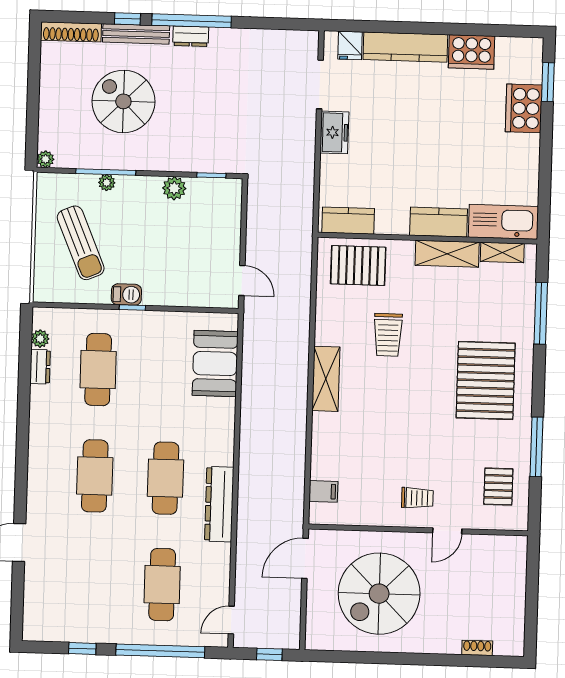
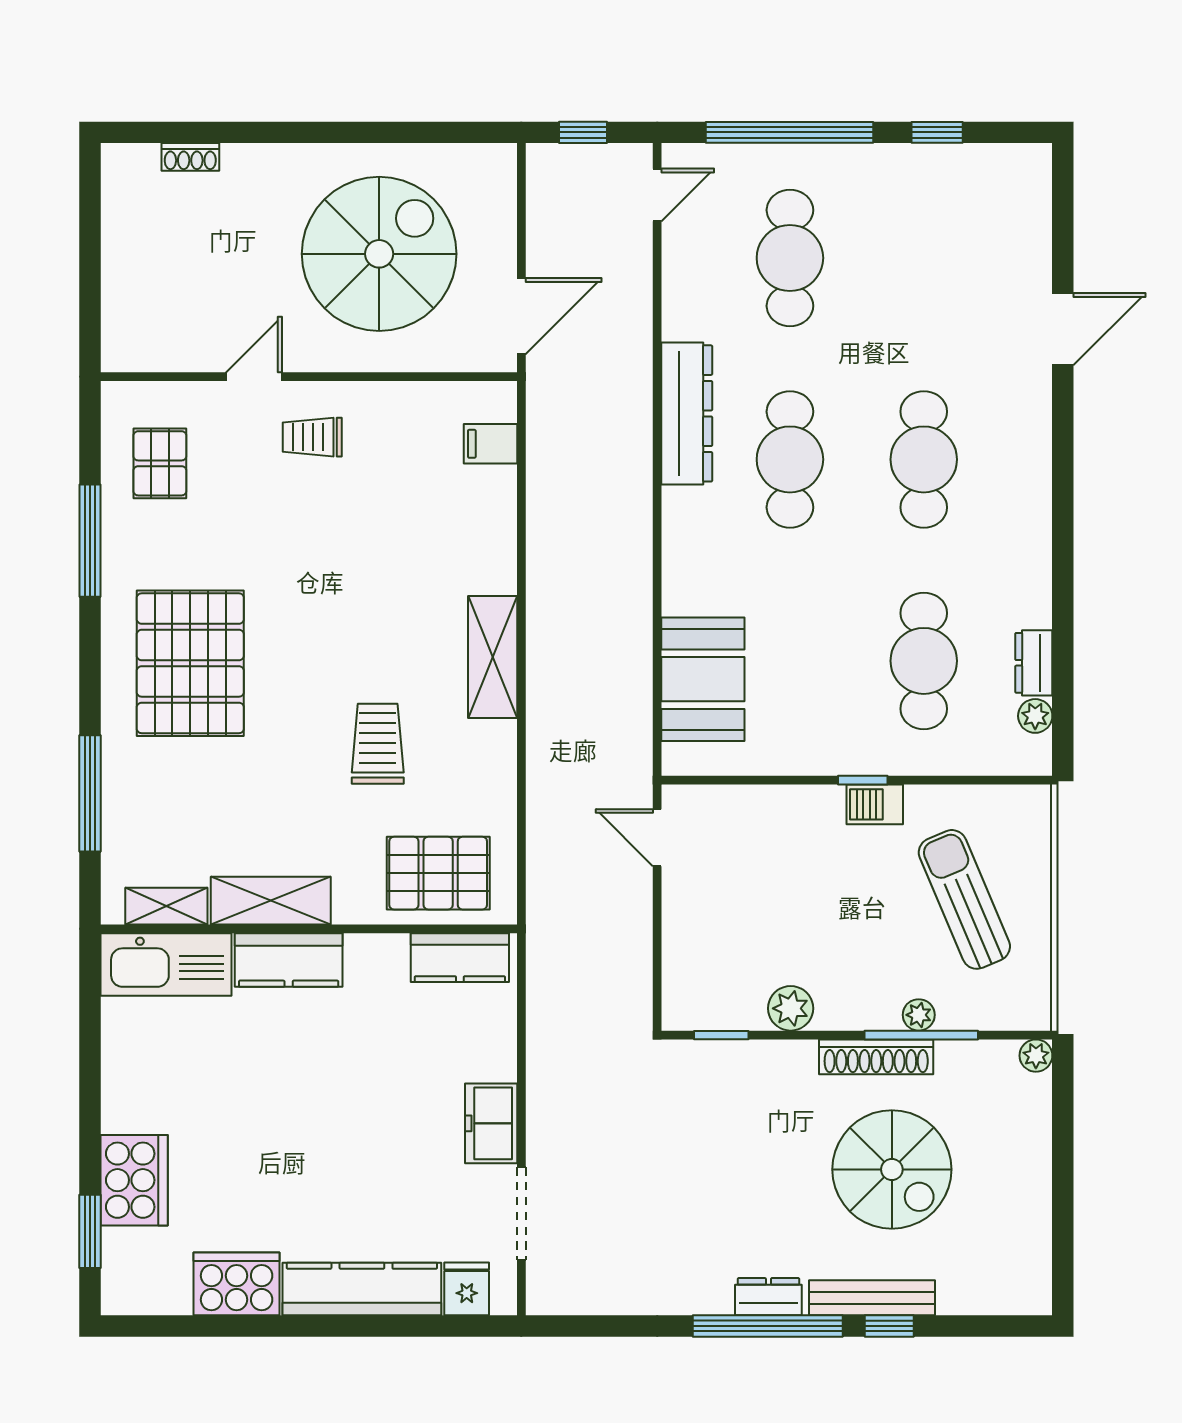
shoe rack: (71, 32) -> (876, 1057), moved, turned 180

